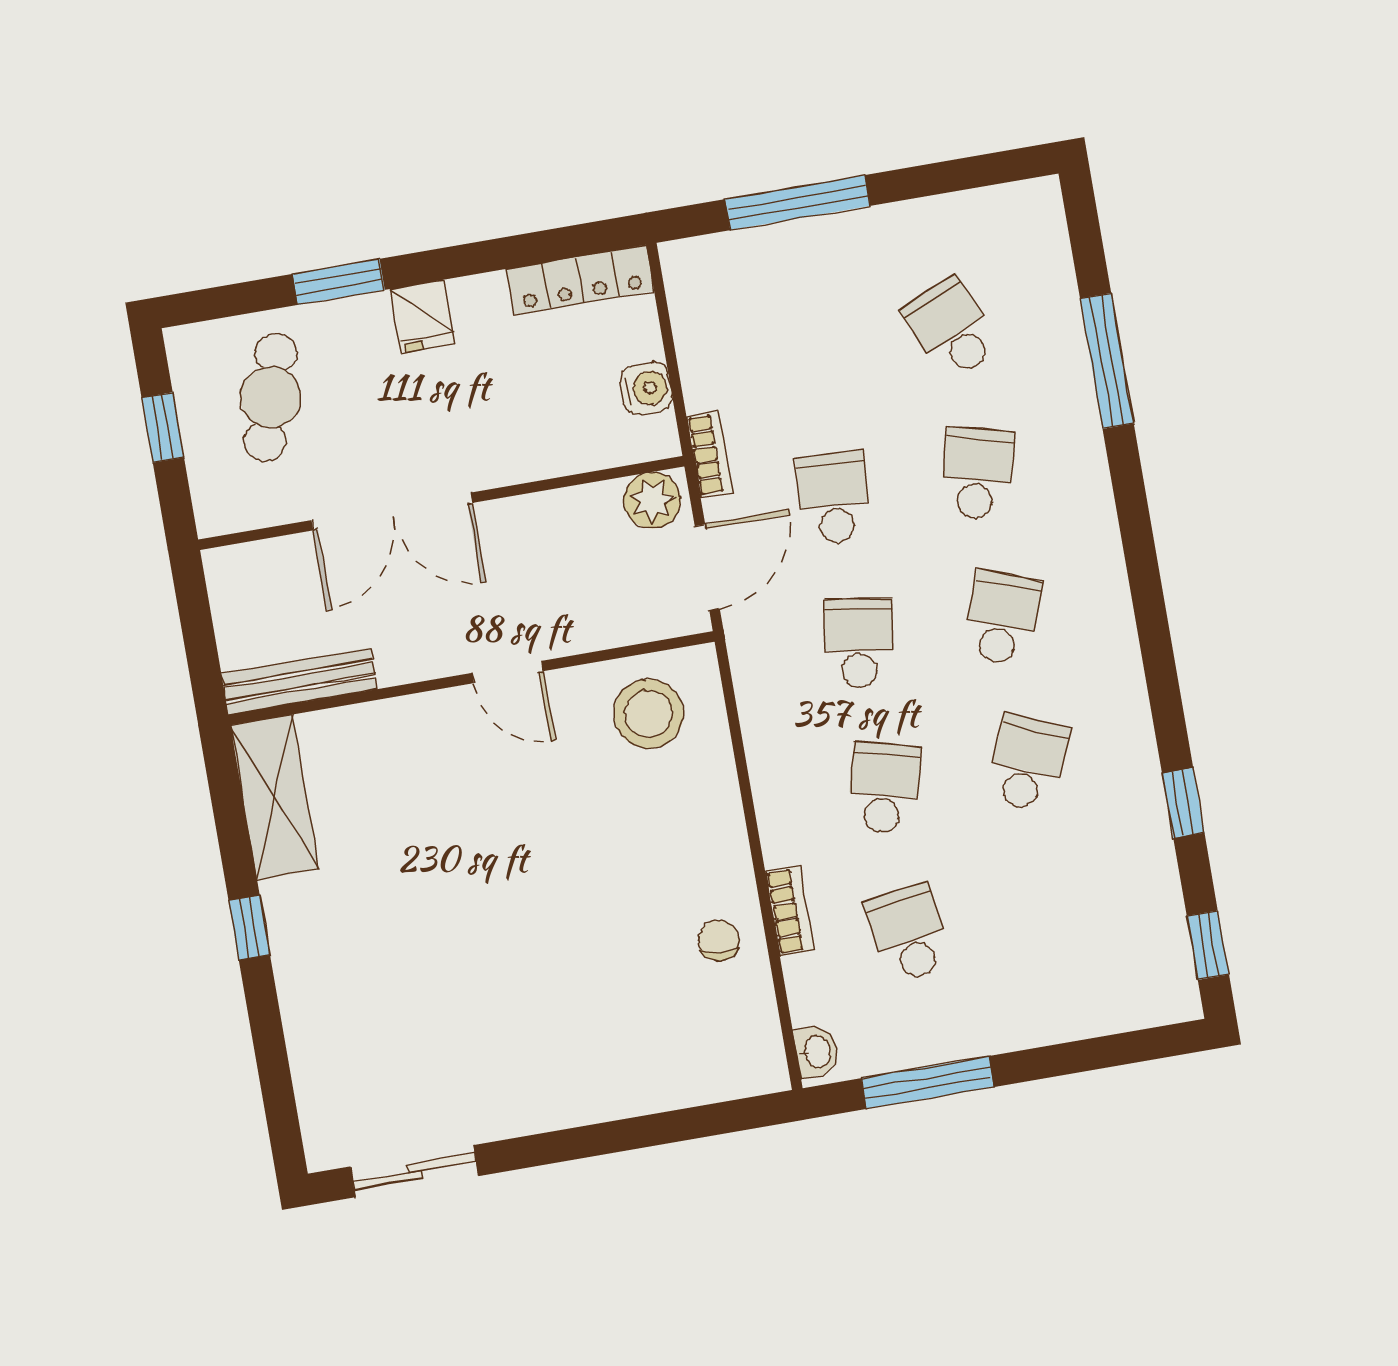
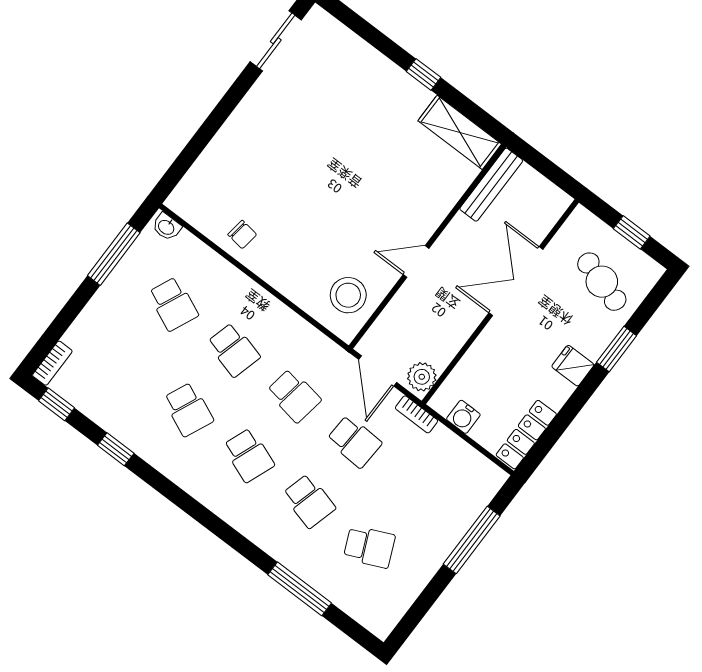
bookcase: (789, 911) -> (52, 363), moved, turned -90
school desk: (909, 933) -> (173, 304), turned 33

